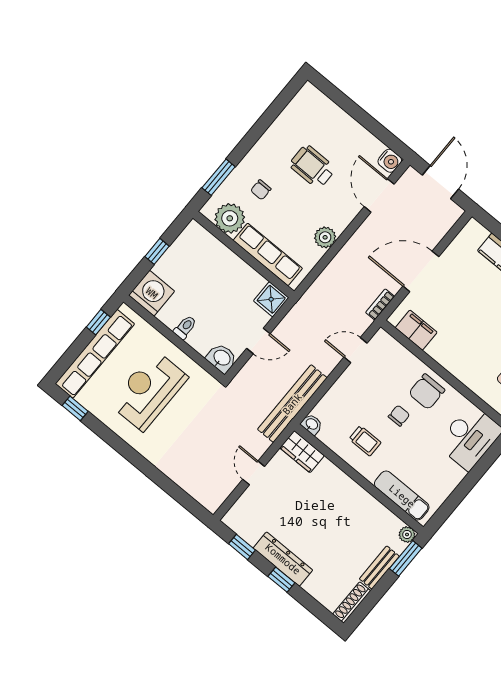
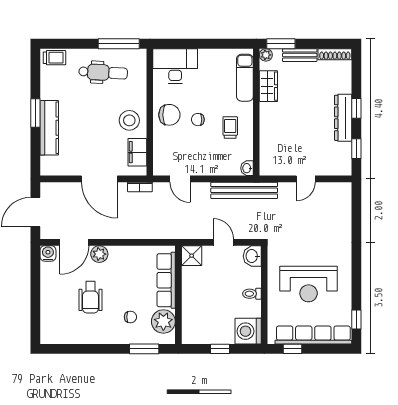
plant: (325, 237) -> (99, 254), moved
stool: (454, 348) -> (129, 120), added
wardrobe: (302, 452) -> (268, 86), moved

